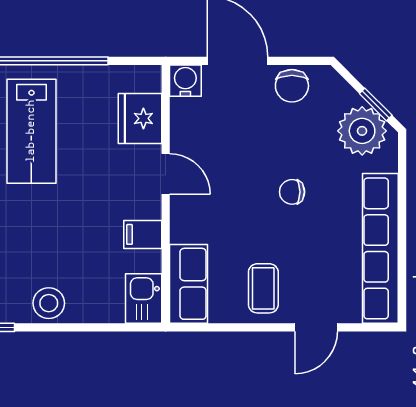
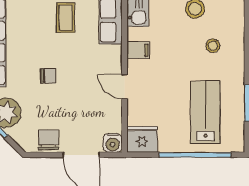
fridge: (140, 118) -> (142, 139), moved, turned -90
stool: (19, 242) -> (213, 46), added

